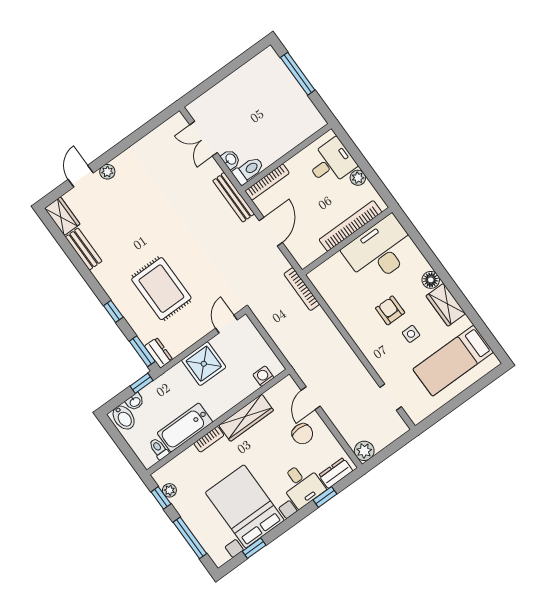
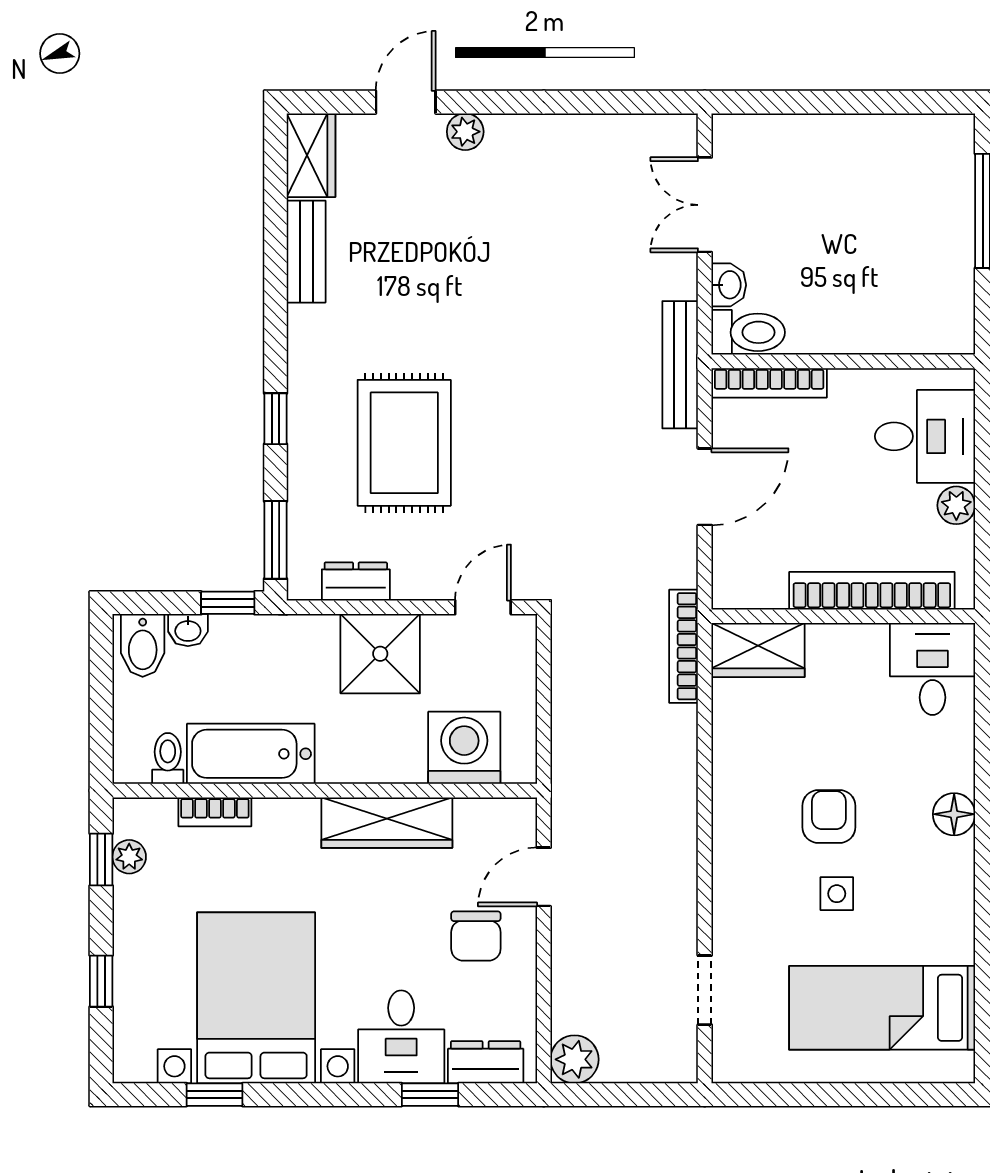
desk: (380, 251) -> (932, 669), width x0.53, depth x0.77
wardrobe: (446, 305) -> (758, 650), moved, turned -90
dresser: (158, 353) -> (356, 581), moved, turned -90
washing machine: (263, 376) -> (464, 748), width x1.89, depth x1.89
bookcase: (209, 439) -> (215, 812), moved
window: (190, 538) -> (101, 981), width x0.46

